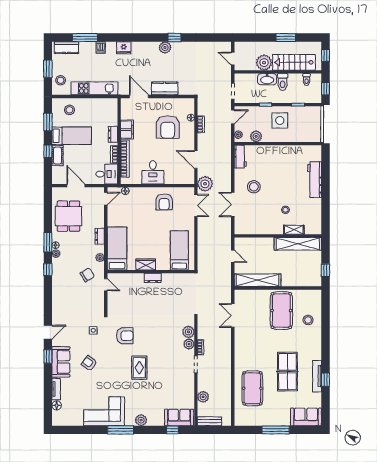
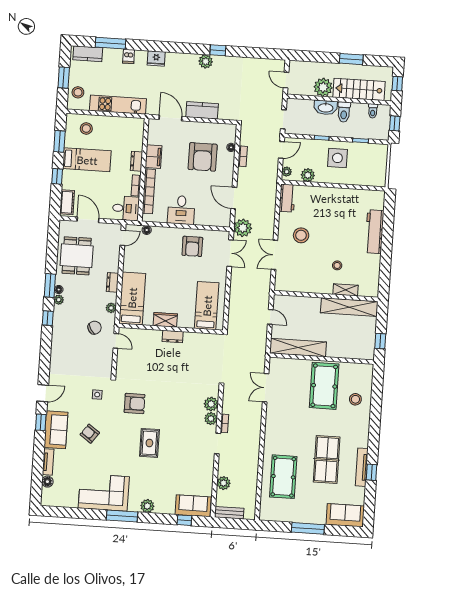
cot: (58, 156) -> (67, 202), moved

